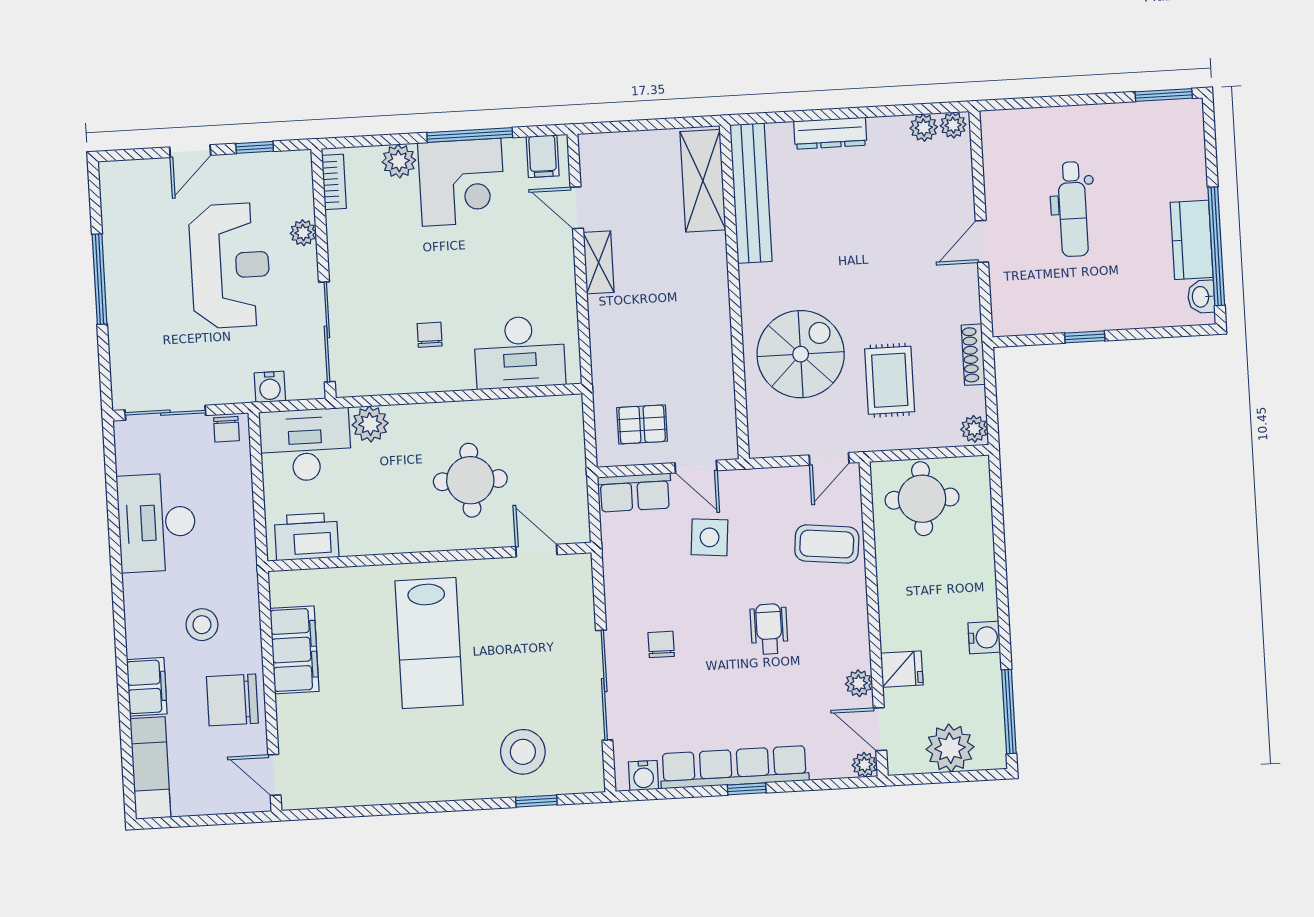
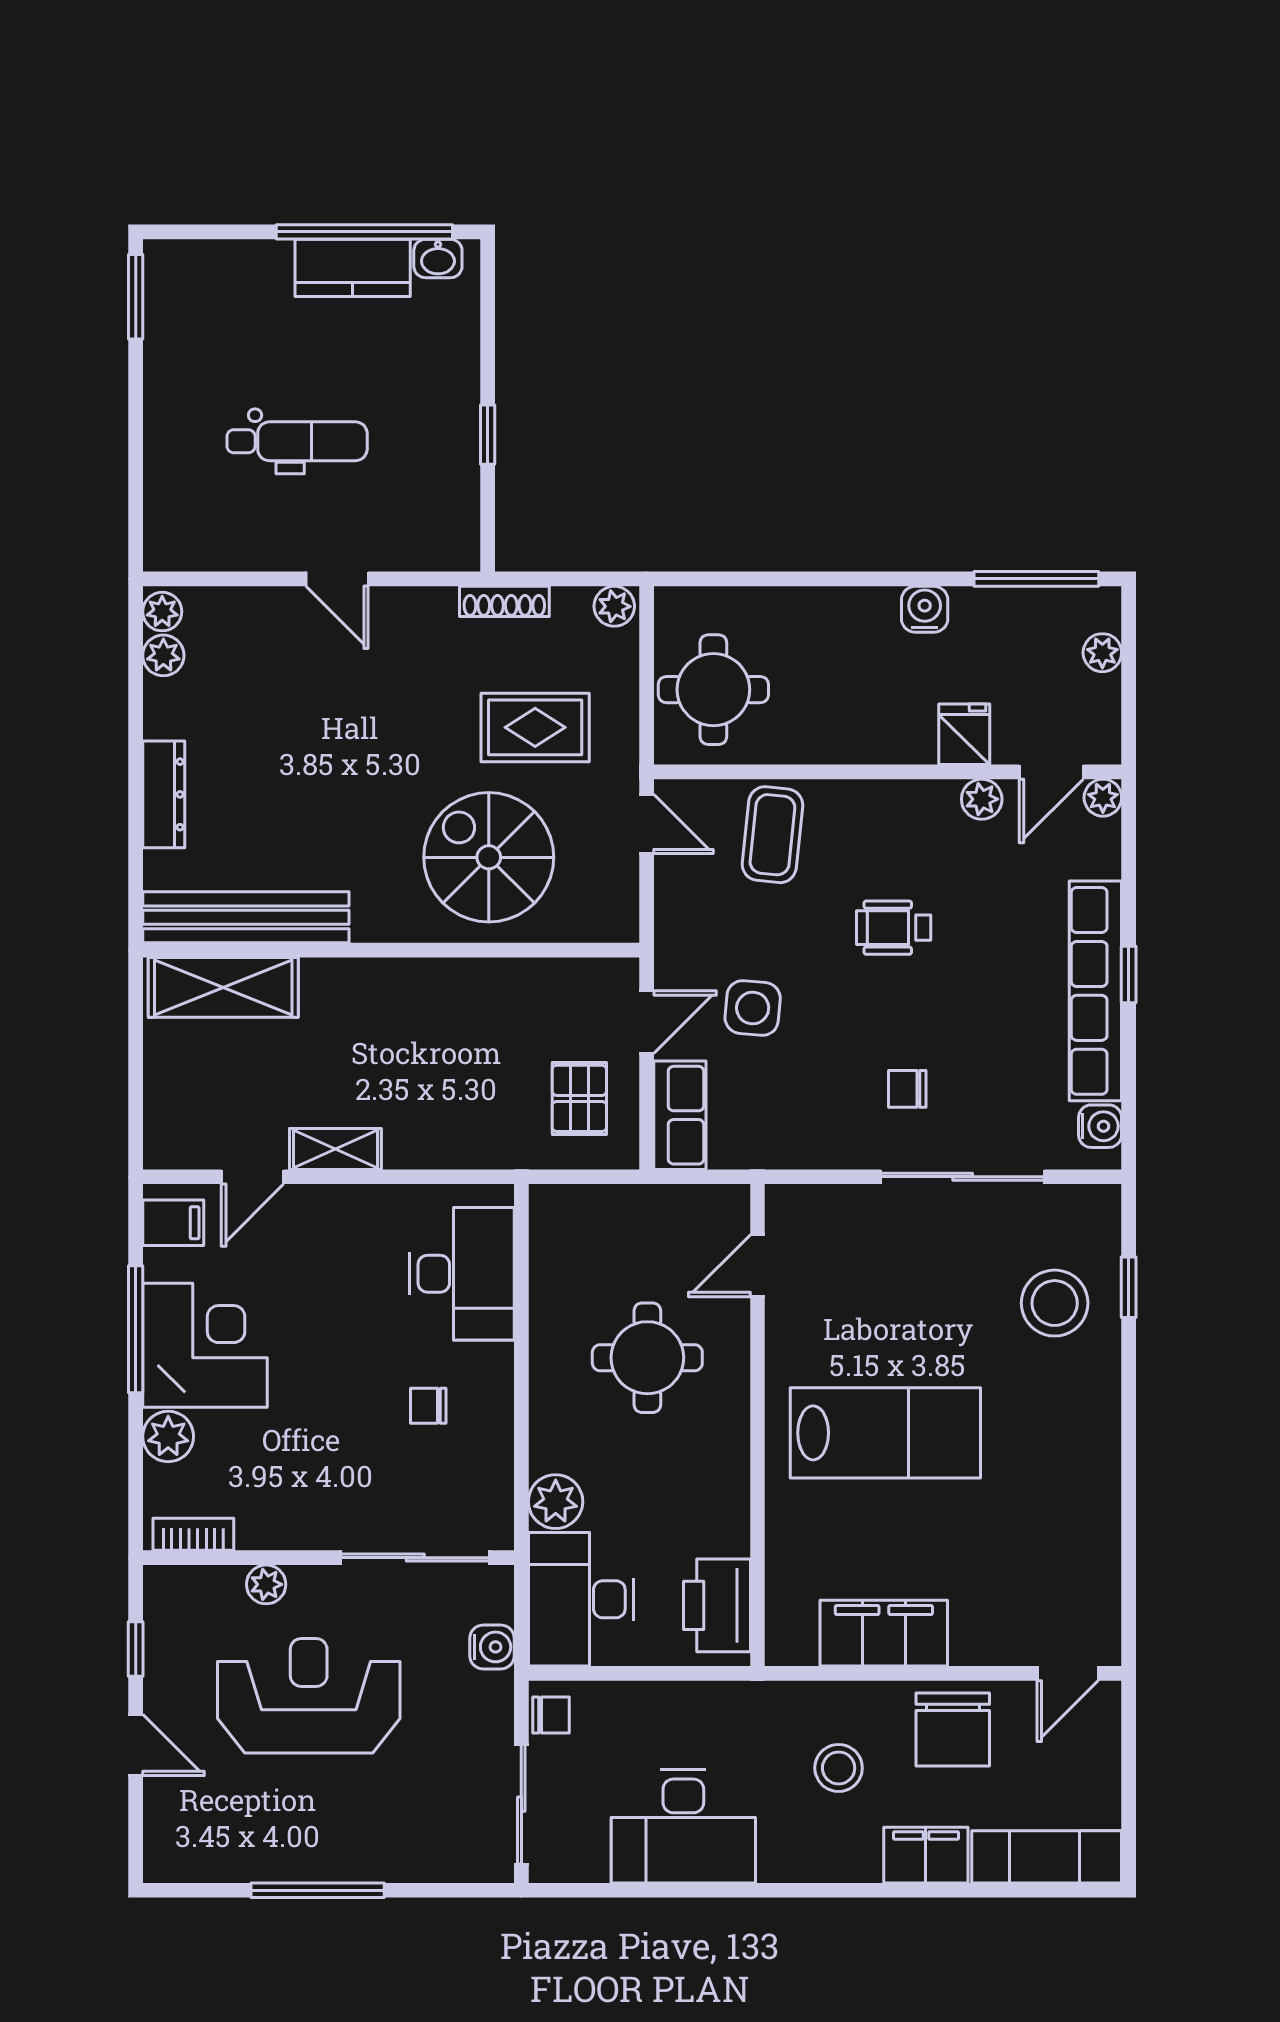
plant: (950, 748) -> (1102, 653), width x0.53, depth x0.53

